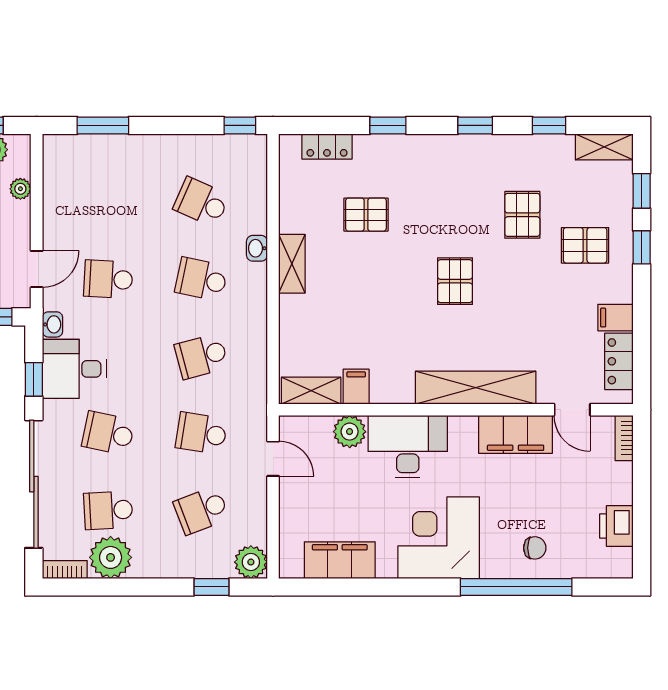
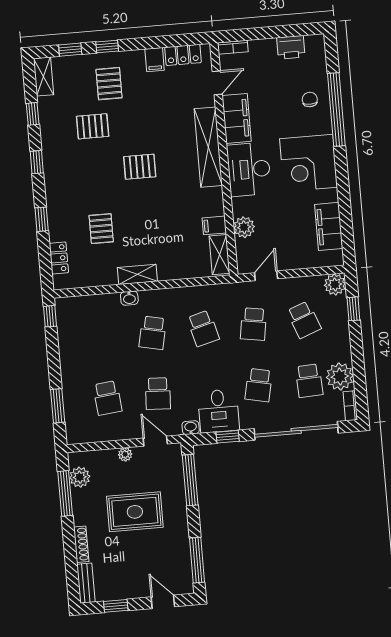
plant: (20, 189) -> (125, 454), moved
school desk: (201, 202) -> (107, 398), moved, turned -30
desk: (408, 446) -> (249, 169), moved

